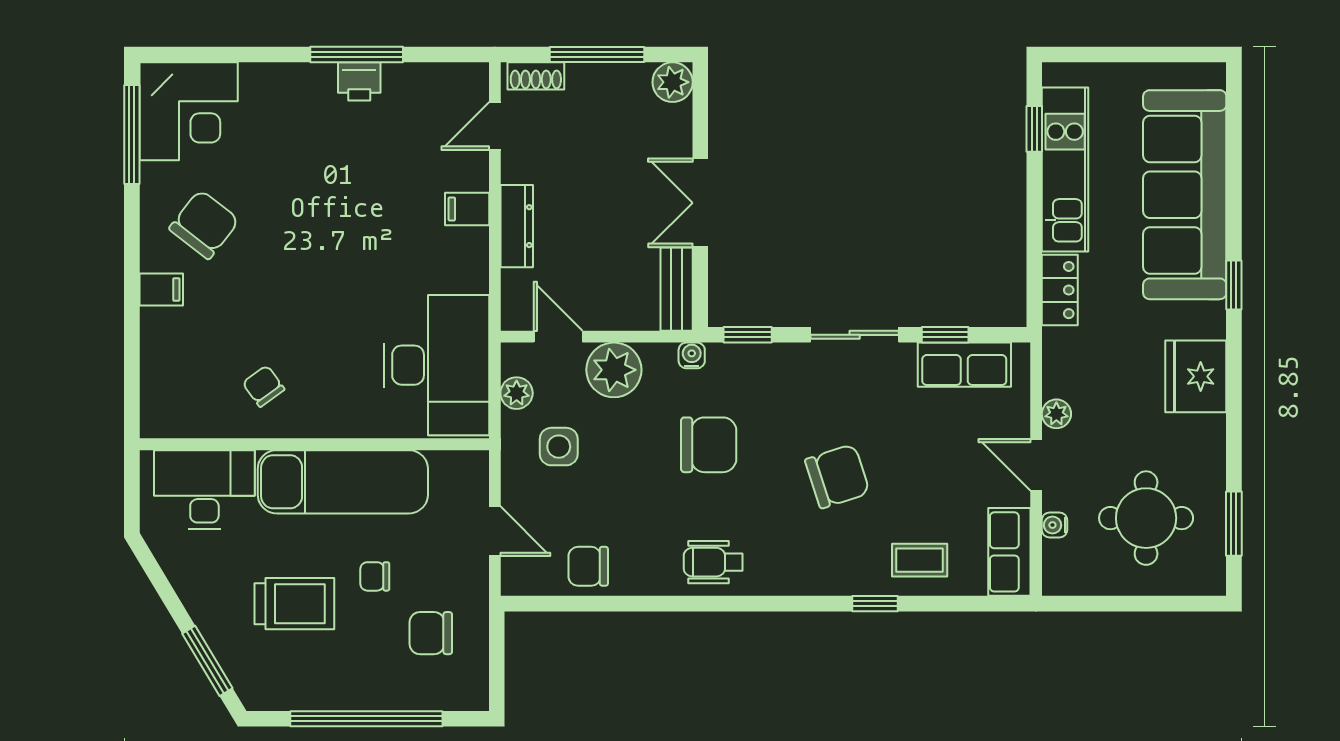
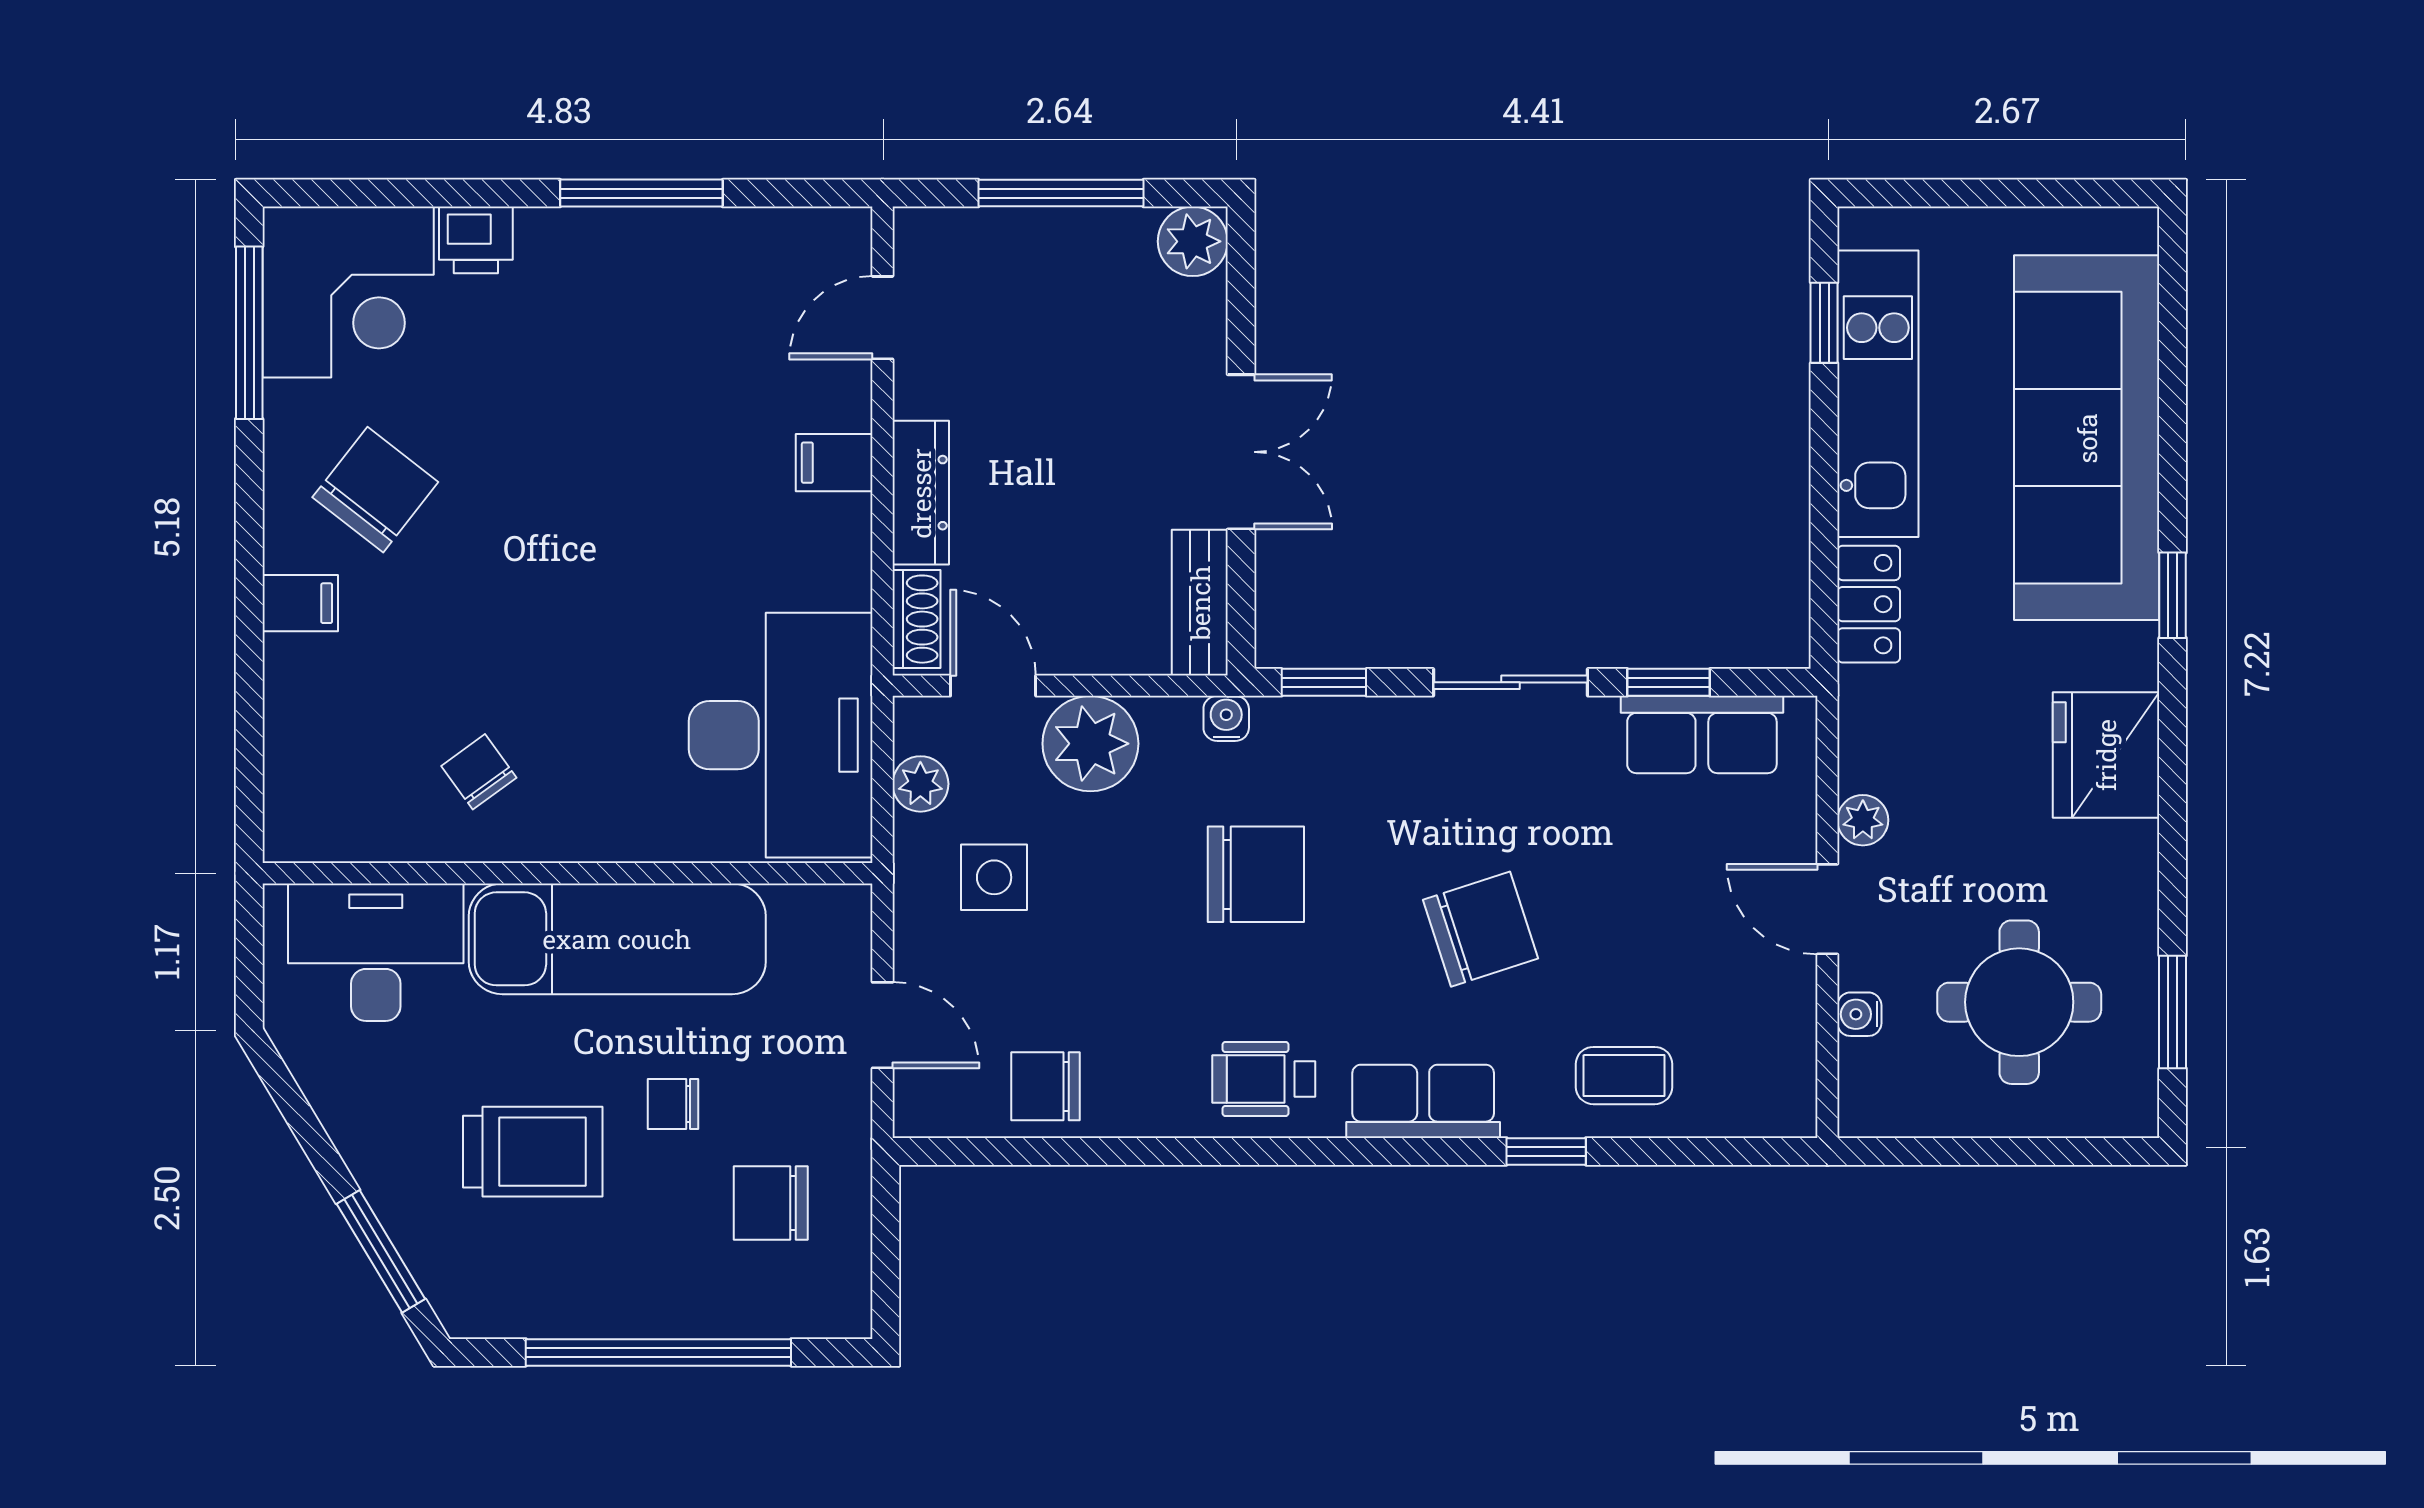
shoe rack: (536, 76) -> (916, 619), moved, turned -90
printer: (359, 81) -> (476, 240), moved
double door: (700, 203) -> (1241, 452), swing flipped
row of seats: (1009, 552) -> (1423, 1101), moved, turned 90

